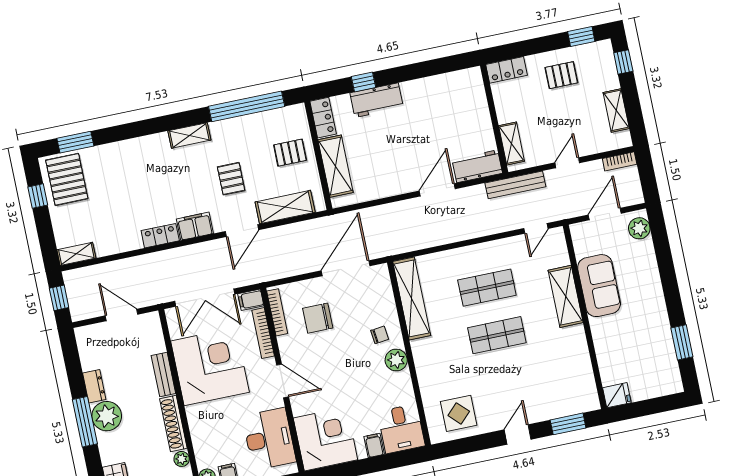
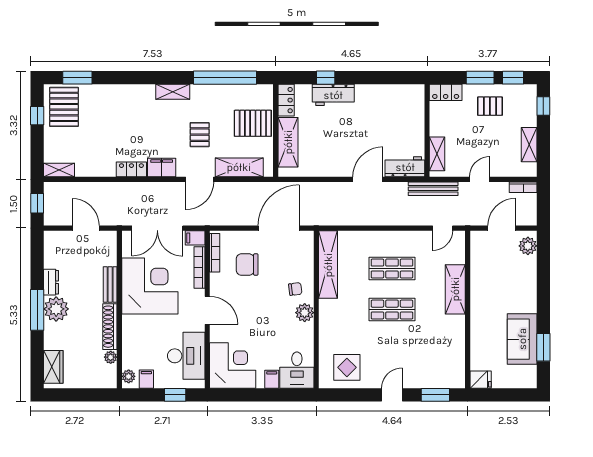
window: (543, 44) -> (480, 78), added
pallet: (290, 153) -> (253, 123), width x1.50, depth x1.42
sofa: (599, 286) -> (522, 339), moved, turned 180

